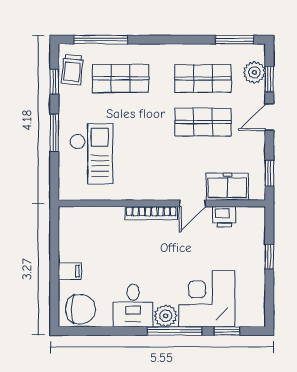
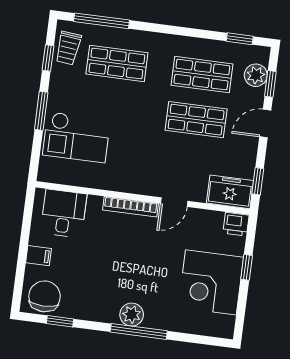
window: (235, 40) -> (240, 39), width x0.67
checkout: (91, 154) -> (76, 137), turned 90
freezer: (227, 187) -> (230, 192), moved
printer: (224, 217) -> (236, 224), moved
corner desk: (207, 299) -> (211, 282), moved, turned -90
desk: (133, 306) -> (64, 213), moved, turned 180
chair: (80, 309) -> (45, 296), turned -90
window: (227, 331) -> (60, 321), moved

